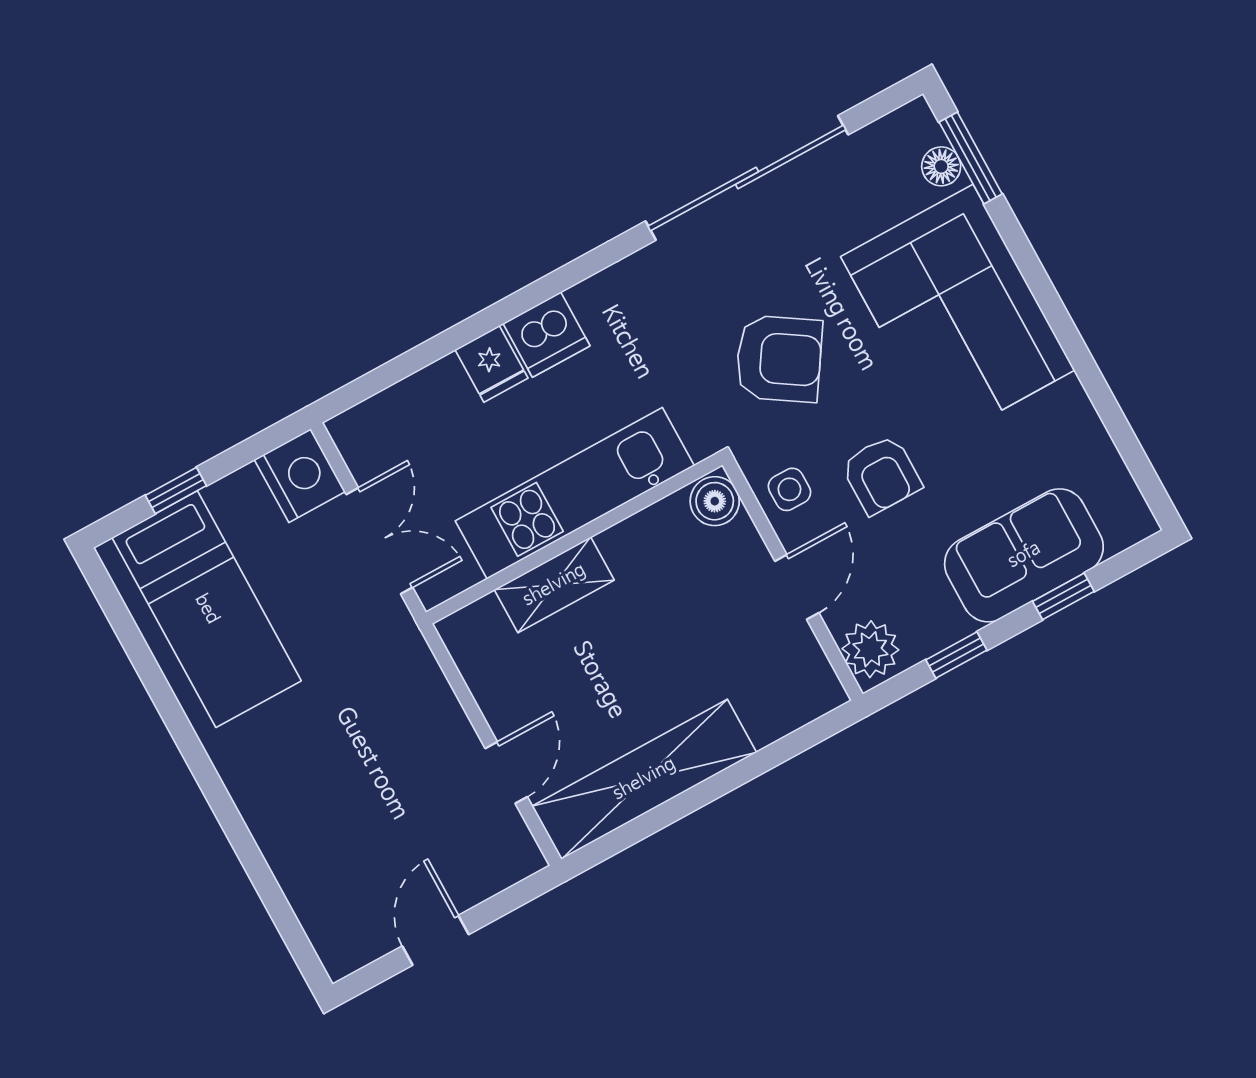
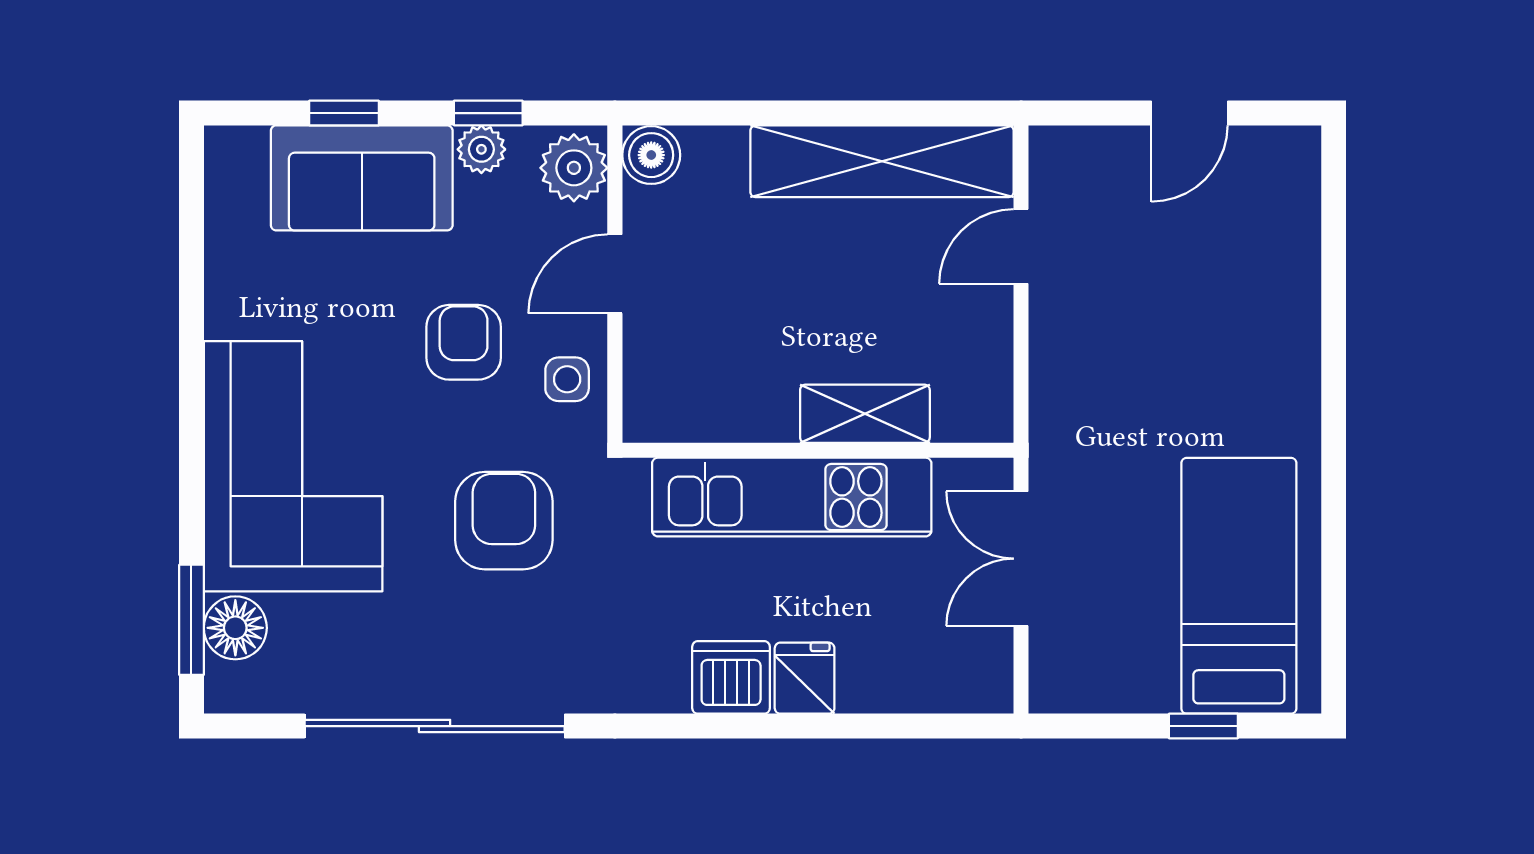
floor lamp: (941, 166) -> (235, 628), width x1.37, depth x1.37
armchair: (779, 359) -> (504, 521), turned 57
nightstand: (300, 476) -> (1067, 671), removed
boiler: (715, 501) -> (651, 155), moved
plant: (947, 625) -> (481, 149), added

